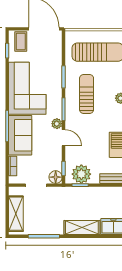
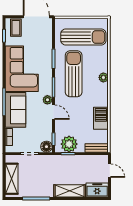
sun lounger: (87, 94) -> (74, 74), width x1.36, depth x1.34

